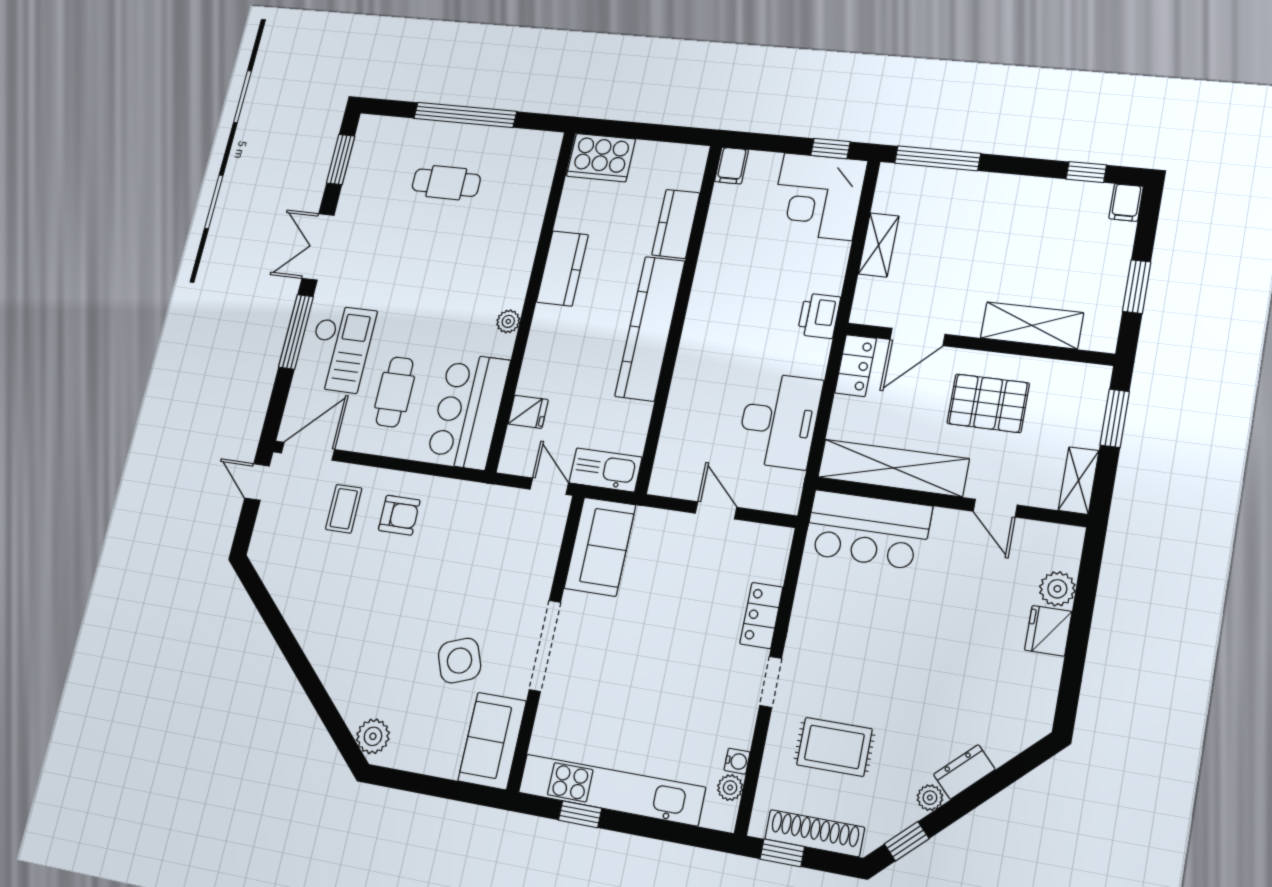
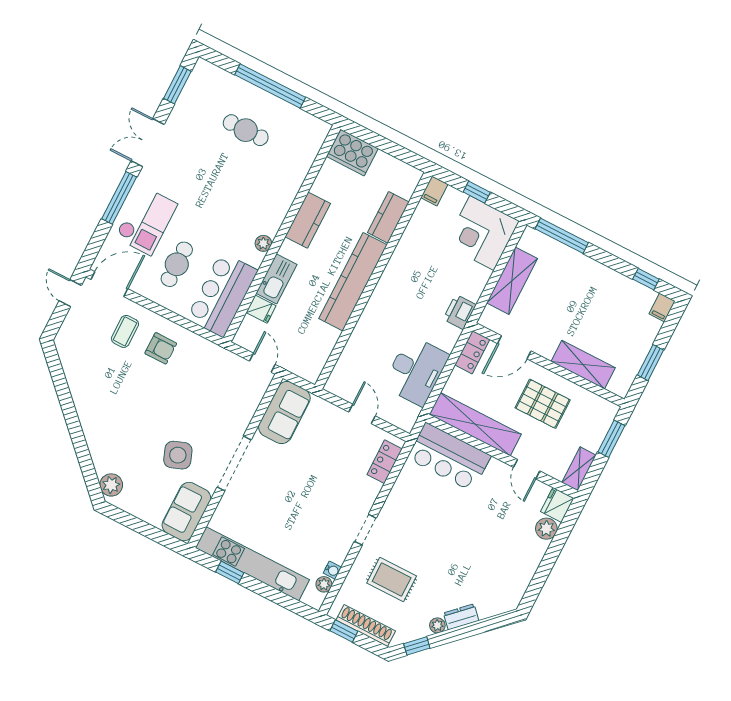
window: (830, 149) -> (477, 192), moved
shelving: (879, 245) -> (512, 281), width x1.50, depth x1.33
kitchen sink: (605, 470) -> (276, 279), moved, turned 90
locker: (761, 615) -> (385, 462), moved
fridge: (1048, 631) -> (557, 505), moved

